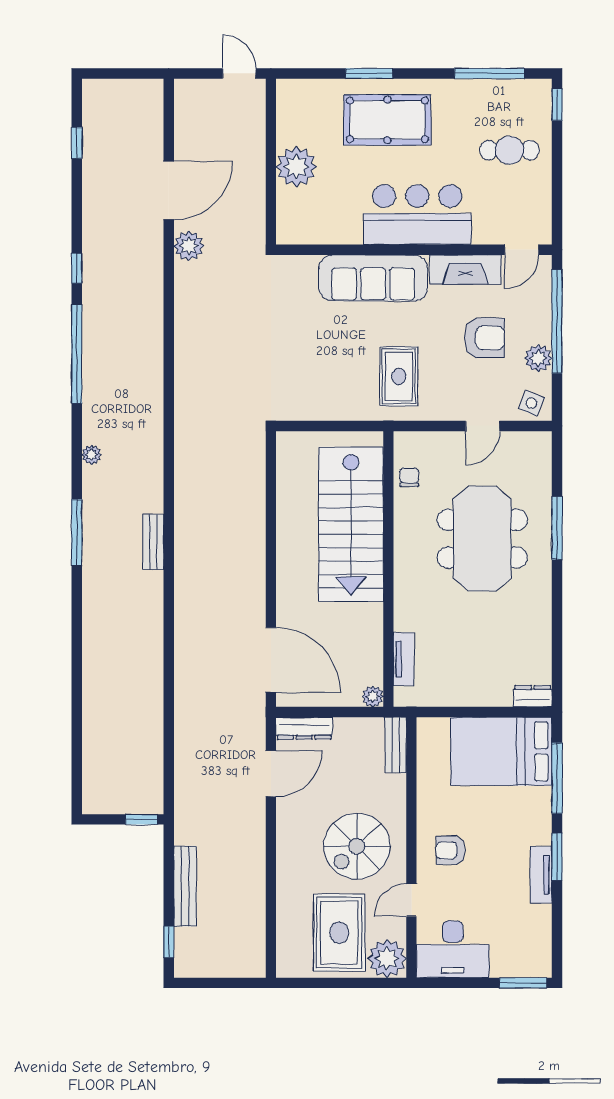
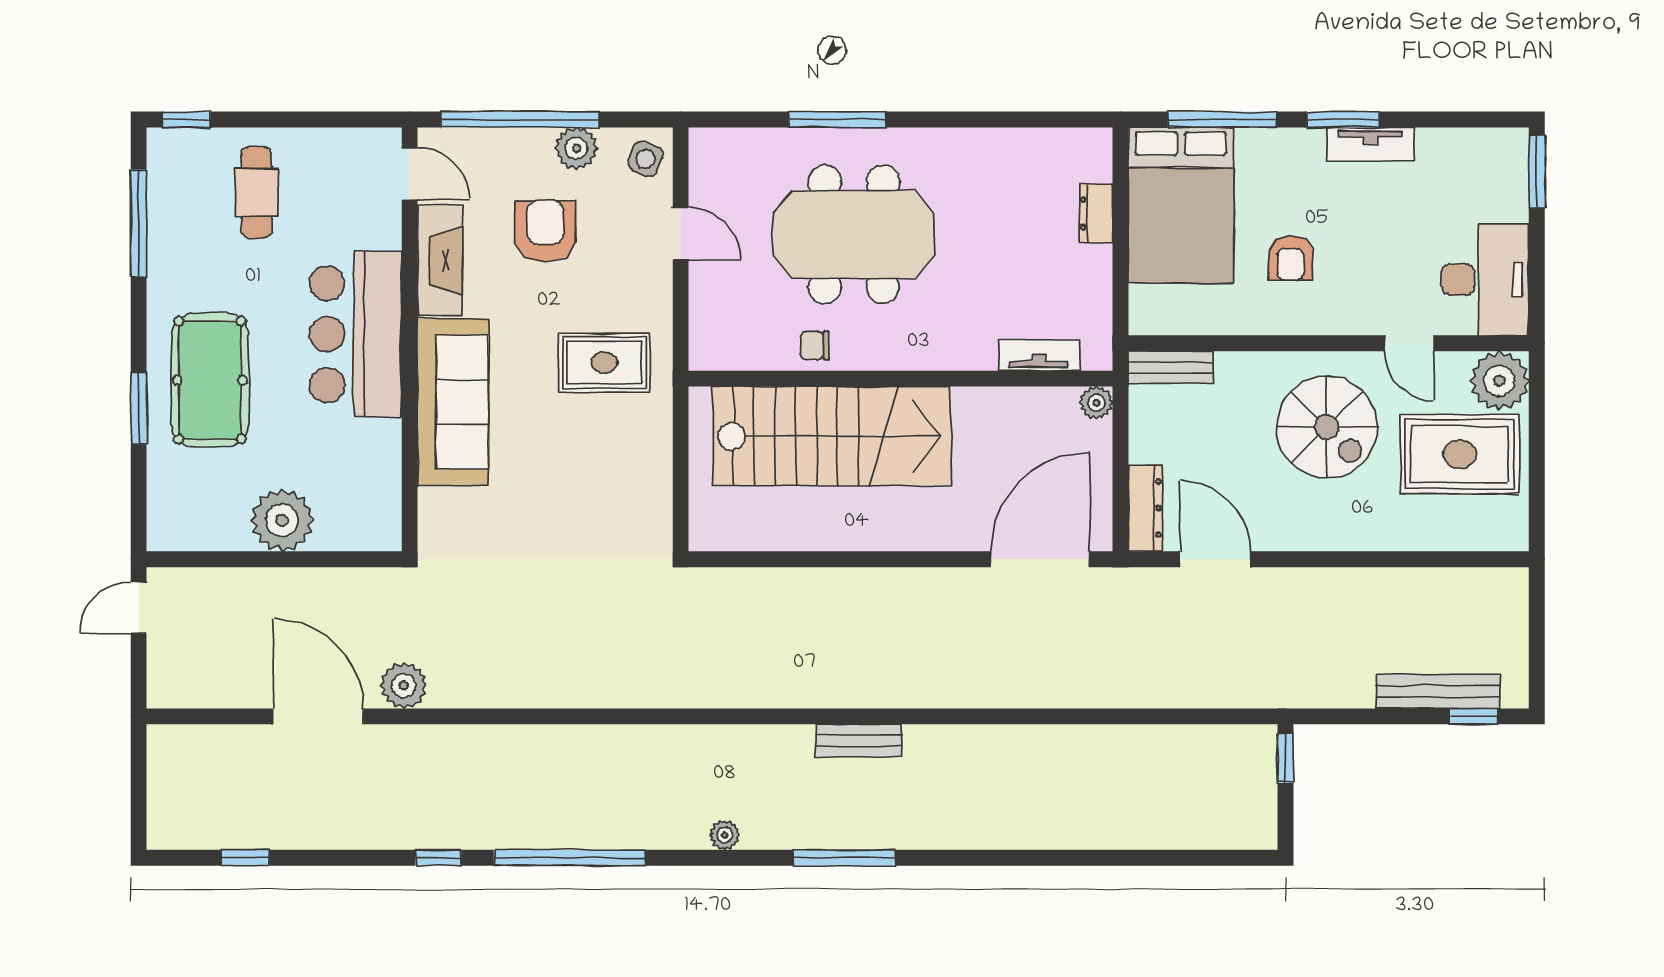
chair: (409, 477) -> (815, 345), moved
dresser: (533, 696) -> (1096, 213), moved
armchair: (450, 850) -> (1291, 258), moved
bench: (185, 886) -> (1438, 691), moved

